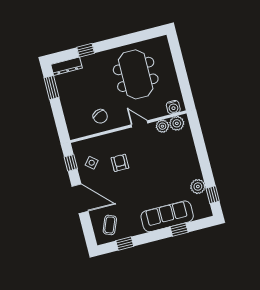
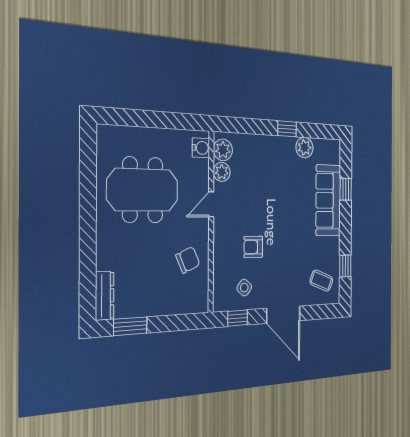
window: (86, 50) -> (88, 259), removed
window: (213, 195) -> (287, 129), moved
door: (80, 199) -> (283, 315), swing flipped

